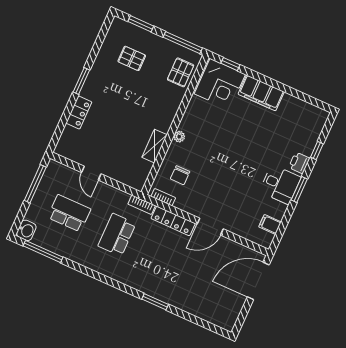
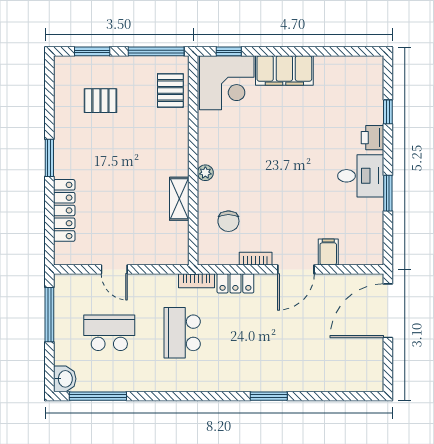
locker: (79, 113) -> (64, 210), width x1.53
window: (299, 189) -> (388, 193), moved
bookcase: (163, 197) -> (256, 259), moved
locker: (173, 221) -> (235, 283), width x0.66
filing cabinet: (270, 224) -> (328, 252), moved, turned 90

